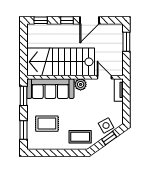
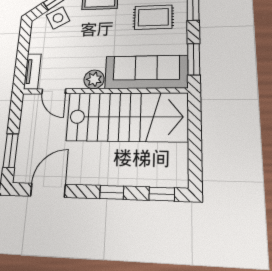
door: (89, 20) -> (48, 190), moved

